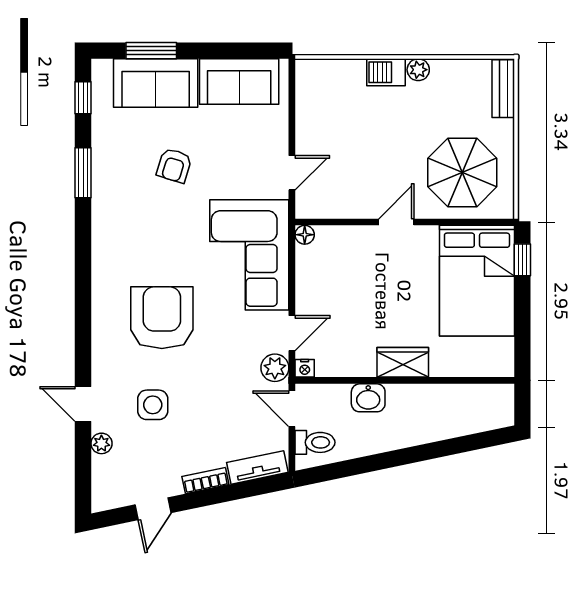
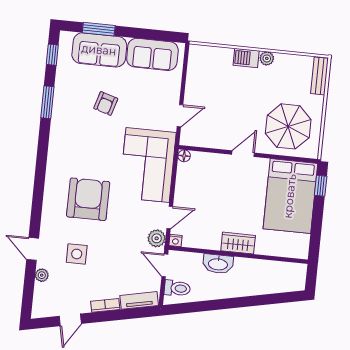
washbasin: (368, 398) -> (218, 264), width x1.38

